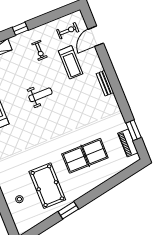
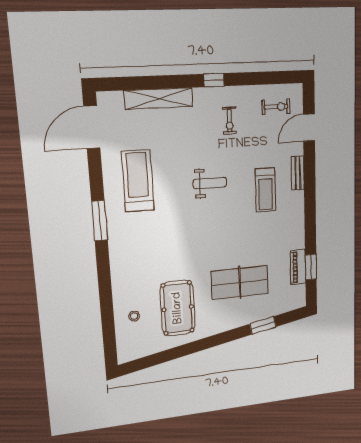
treadmill: (71, 62) -> (265, 190), moved
bench: (105, 83) -> (298, 173), moved
piano: (128, 143) -> (298, 267), moved
window: (68, 210) -> (263, 325), moved

